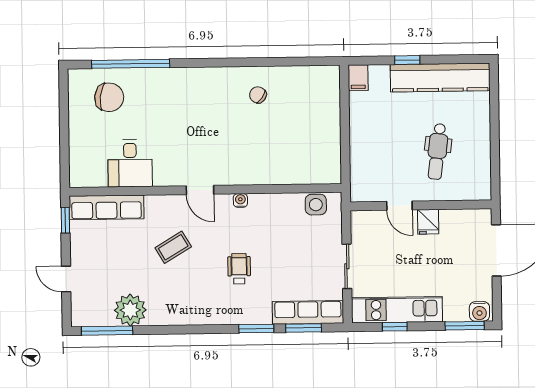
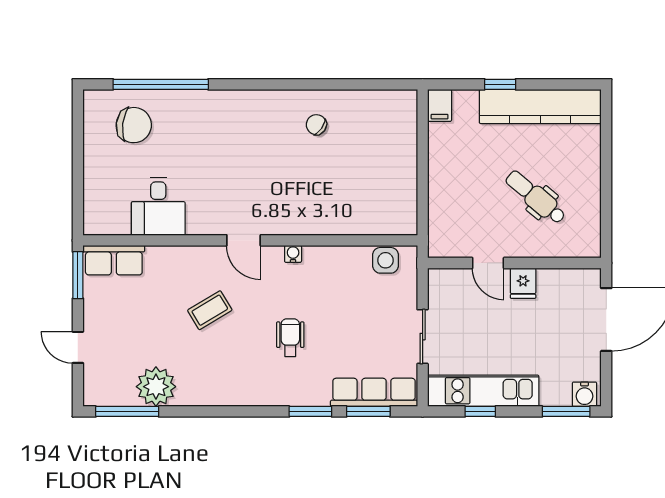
dental chair: (437, 152) -> (536, 197), turned 123
row of seats: (106, 207) -> (114, 260), width x0.68
window: (65, 220) -> (78, 275), width x1.50

